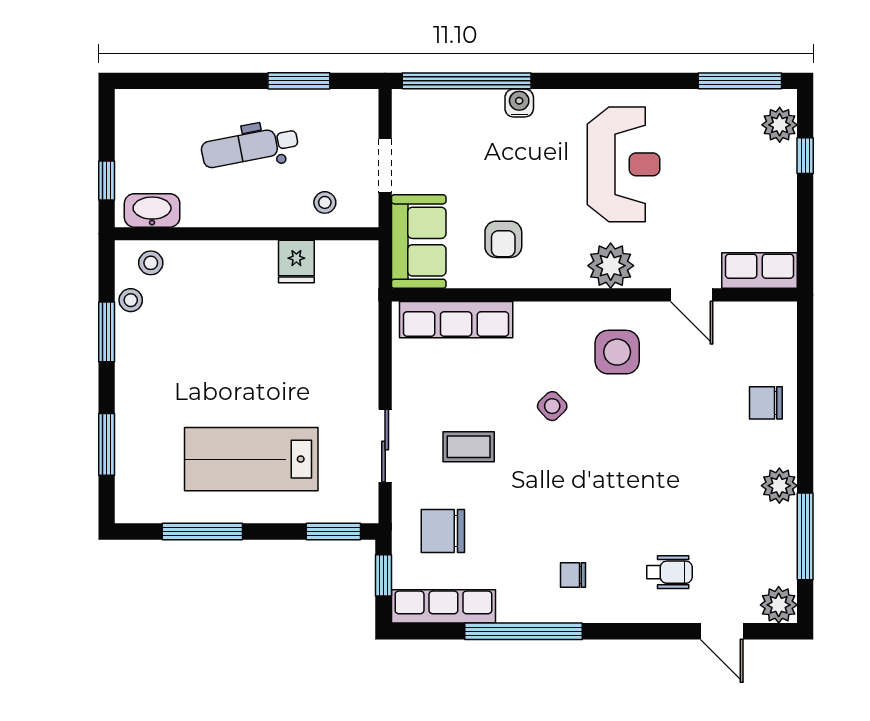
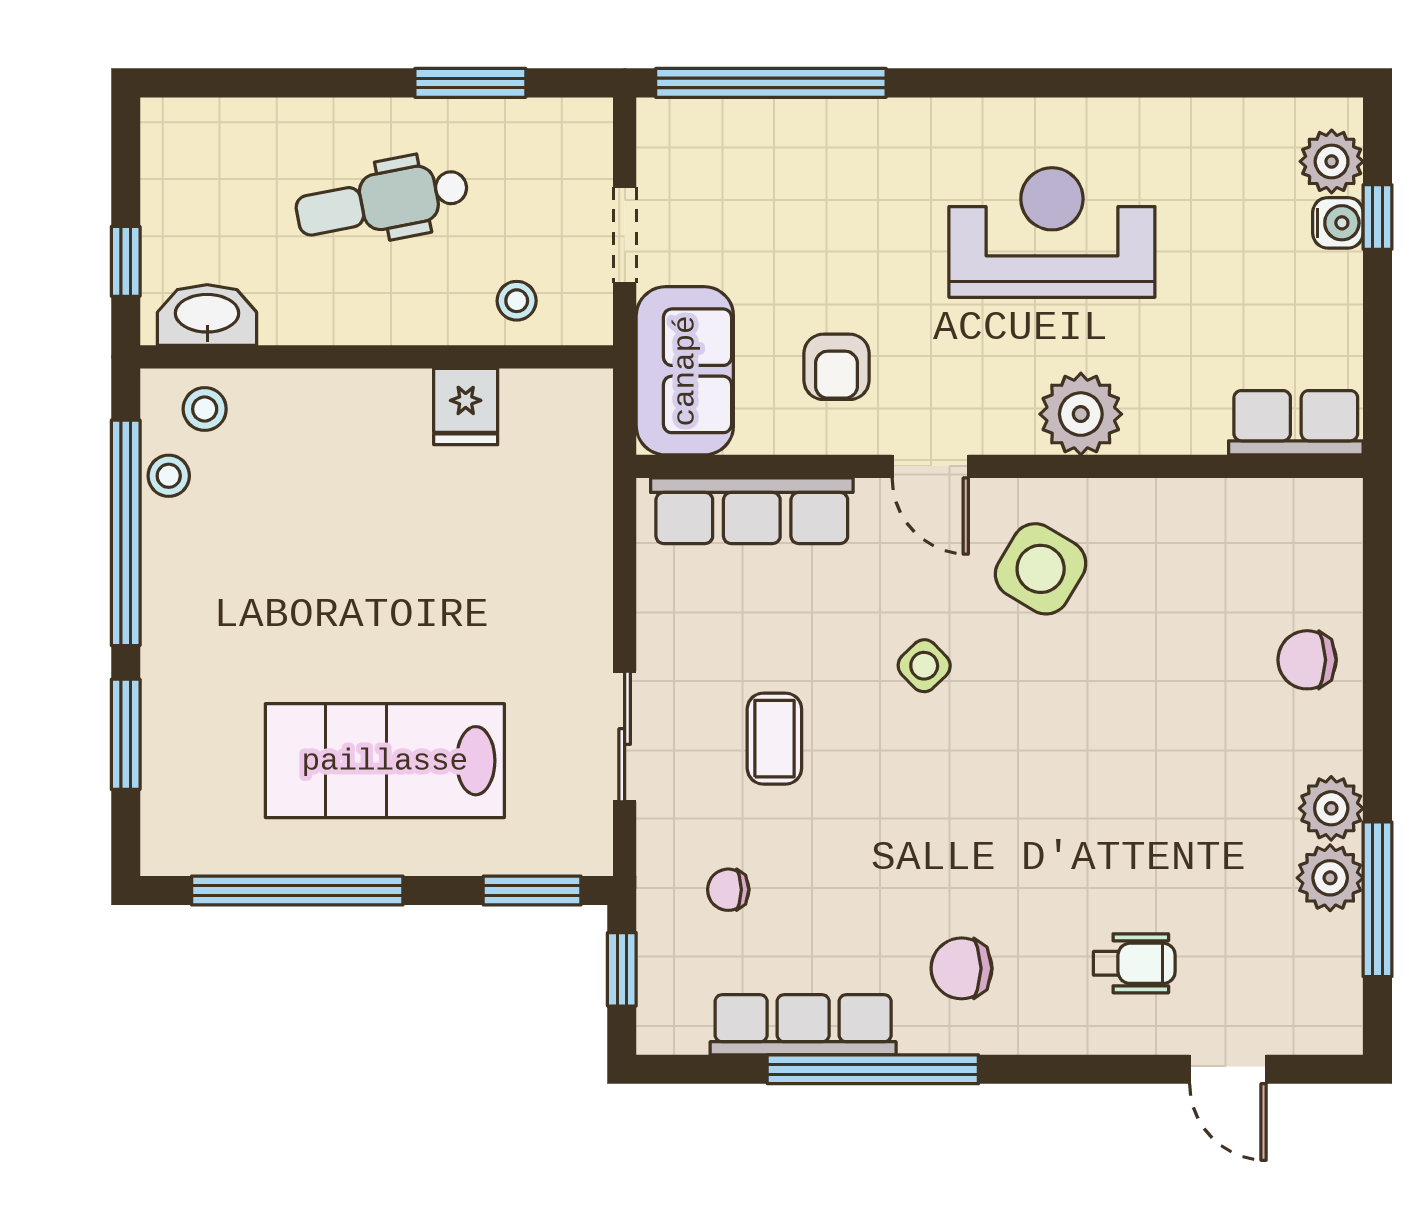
window: (740, 81) -> (1260, 83), removed
water cooler: (519, 103) -> (1338, 223), moved, turned 90
reception desk: (623, 164) -> (1052, 232), turned -90
plant: (611, 266) -> (1081, 414), moved
door: (692, 295) -> (930, 466), moved
window: (107, 332) -> (126, 533), width x2.11
side table: (617, 352) -> (1041, 569), turned 31
coffee table: (469, 447) -> (774, 739), turned 90
window: (202, 531) -> (297, 890), width x1.46
chair: (443, 531) -> (728, 890), width x0.54, depth x0.54
chair: (573, 575) -> (962, 968), width x1.37, depth x1.37
plant: (779, 605) -> (1330, 878), moved
row of seats: (443, 606) -> (803, 1025), moved

